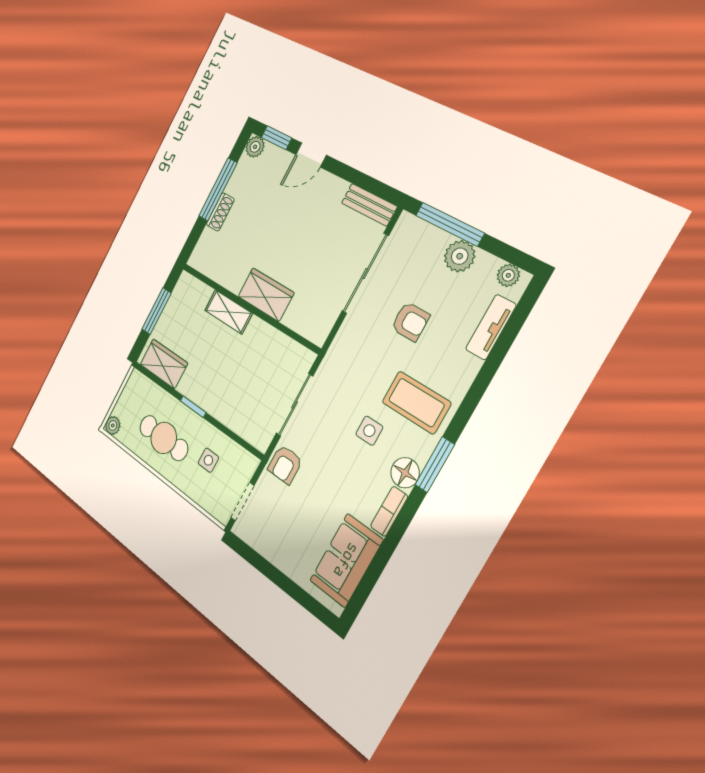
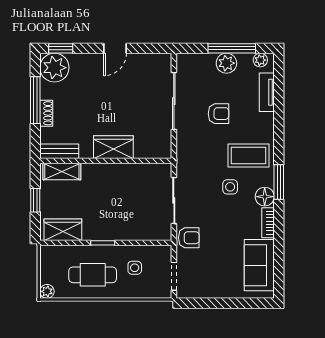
plant: (255, 147) -> (54, 68), width x1.88, depth x1.88
door: (311, 155) -> (115, 48), moved
bench: (369, 205) -> (59, 151), moved
window: (450, 224) -> (232, 48), moved
window: (157, 311) -> (35, 200), width x0.67
shelving: (228, 312) -> (62, 171), moved
armchair: (285, 465) -> (189, 238), turned -90

